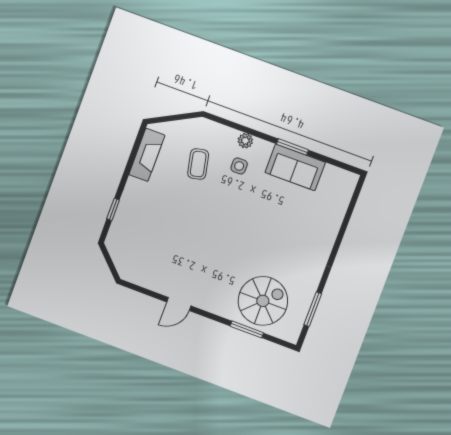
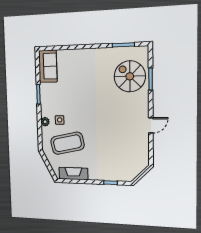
coffee table: (198, 164) -> (67, 143), width x1.86, depth x1.72
sofa: (295, 167) -> (48, 66), moved
door: (179, 304) -> (151, 125), hinge flipped

